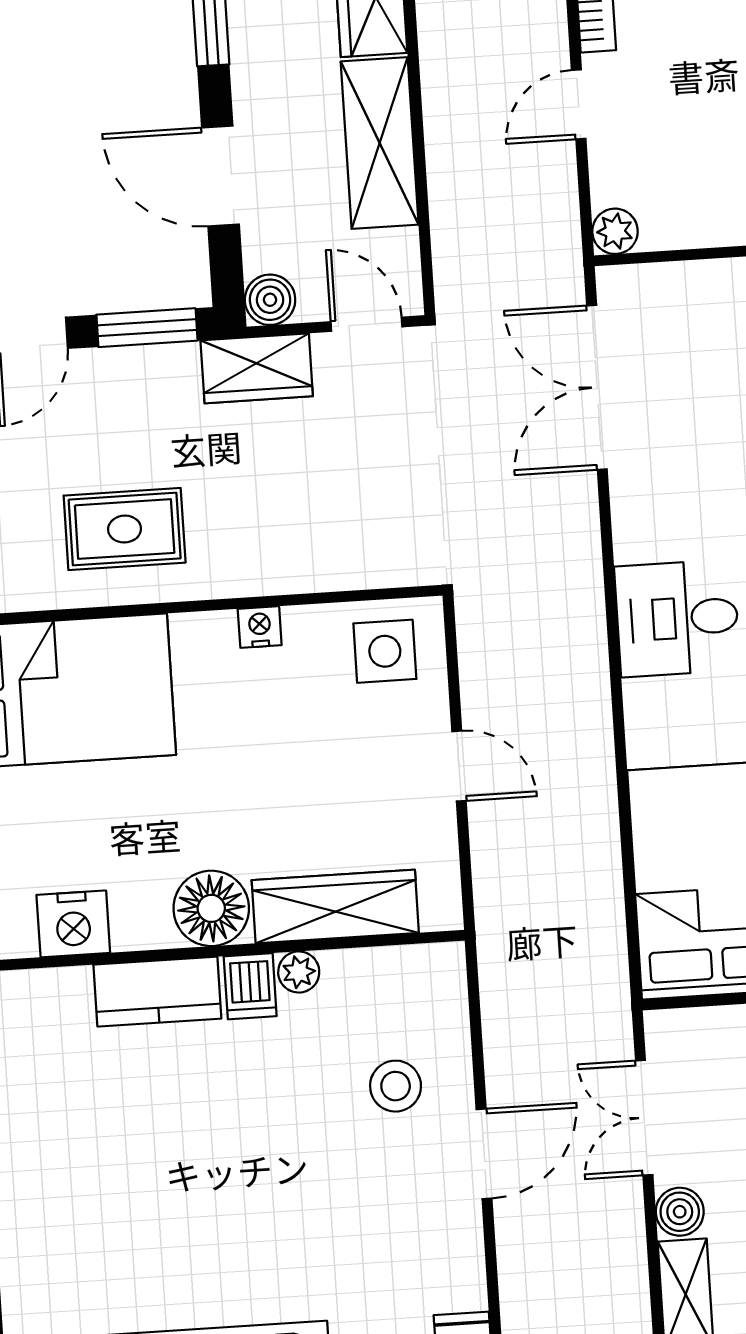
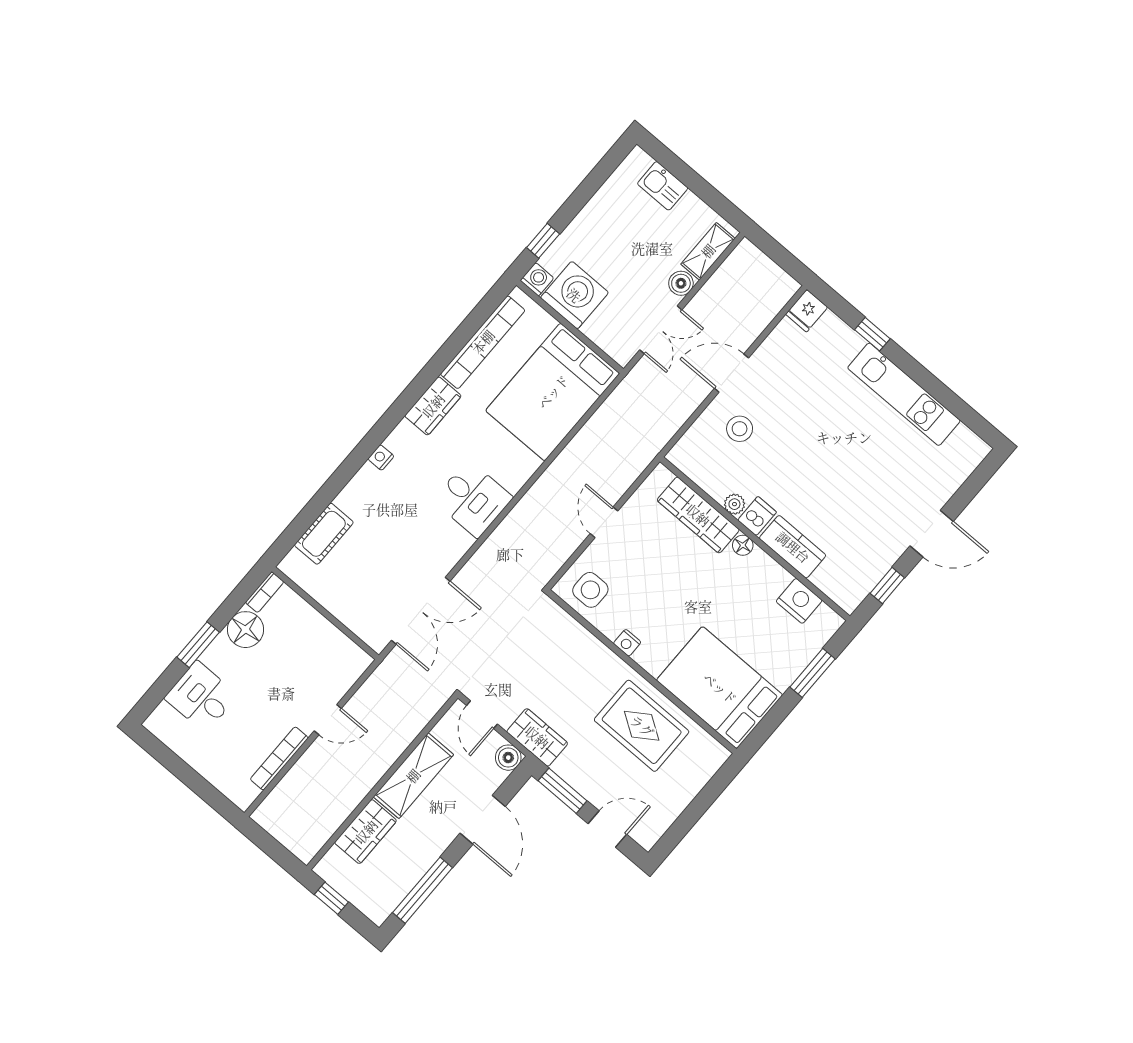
plant: (615, 231) -> (359, 661), removed
rug: (125, 529) -> (642, 726), width x1.36, depth x1.43
floor lamp: (211, 908) -> (743, 545), width x0.53, depth x0.53

